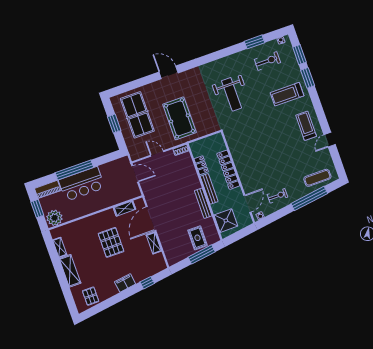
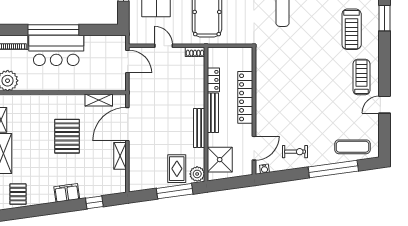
treadmill: (287, 94) -> (352, 29), turned -90
plant: (213, 236) -> (197, 174), added

